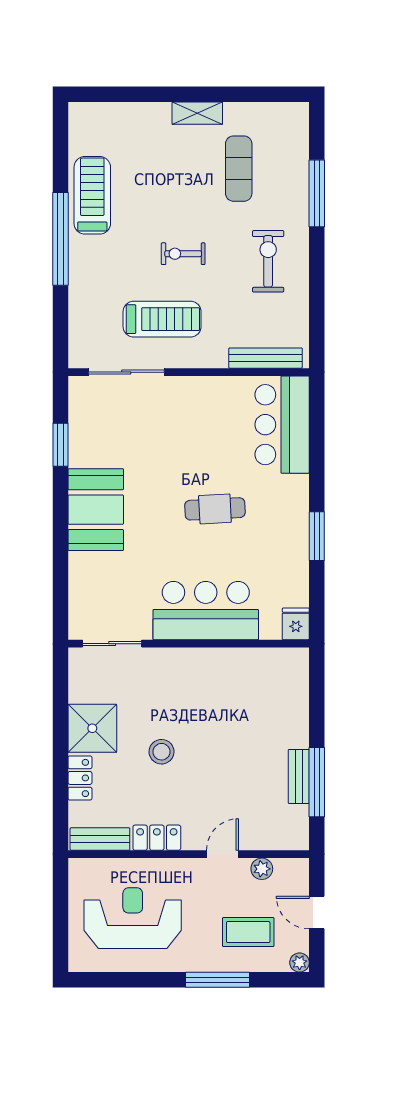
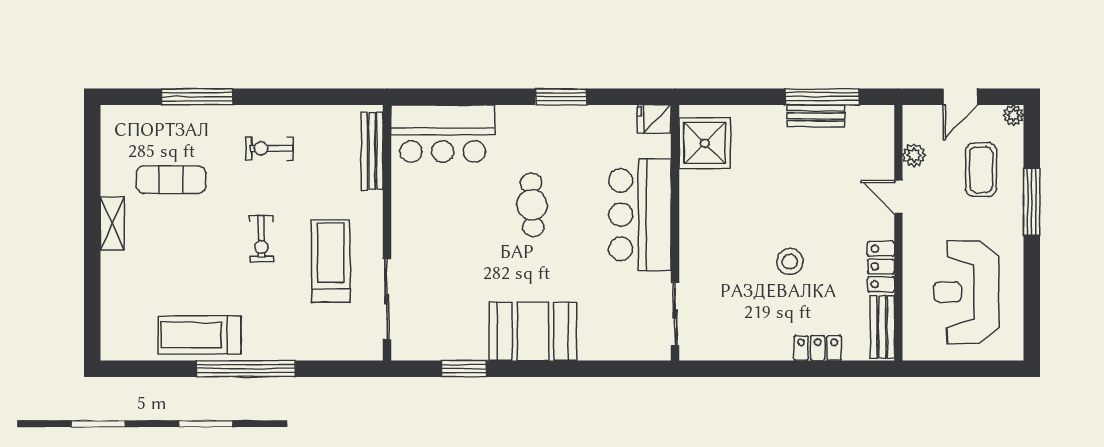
exercise bike: (268, 261) -> (269, 148), width x0.73, depth x0.72
shower: (92, 728) -> (705, 143), moved

